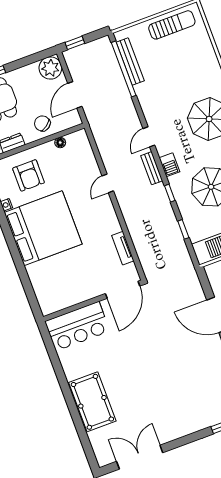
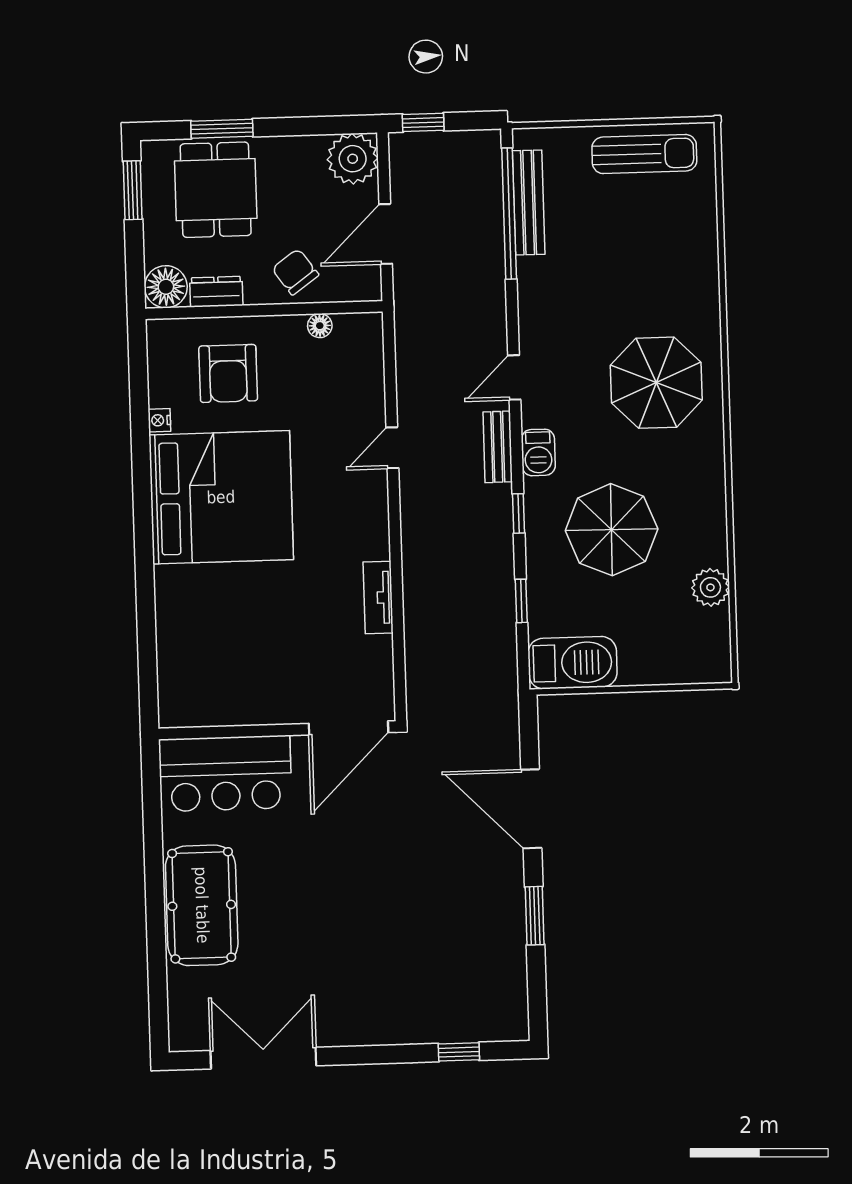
door: (123, 290) -> (349, 728), moved
wall: (93, 301) -> (277, 730), moved
bar counter: (77, 326) -> (225, 773), moved

